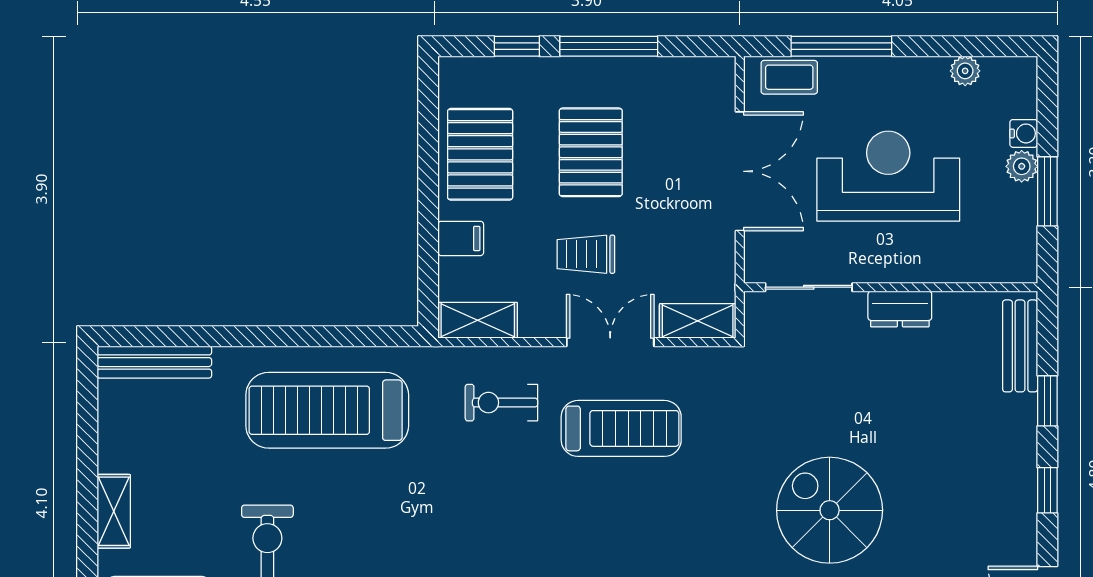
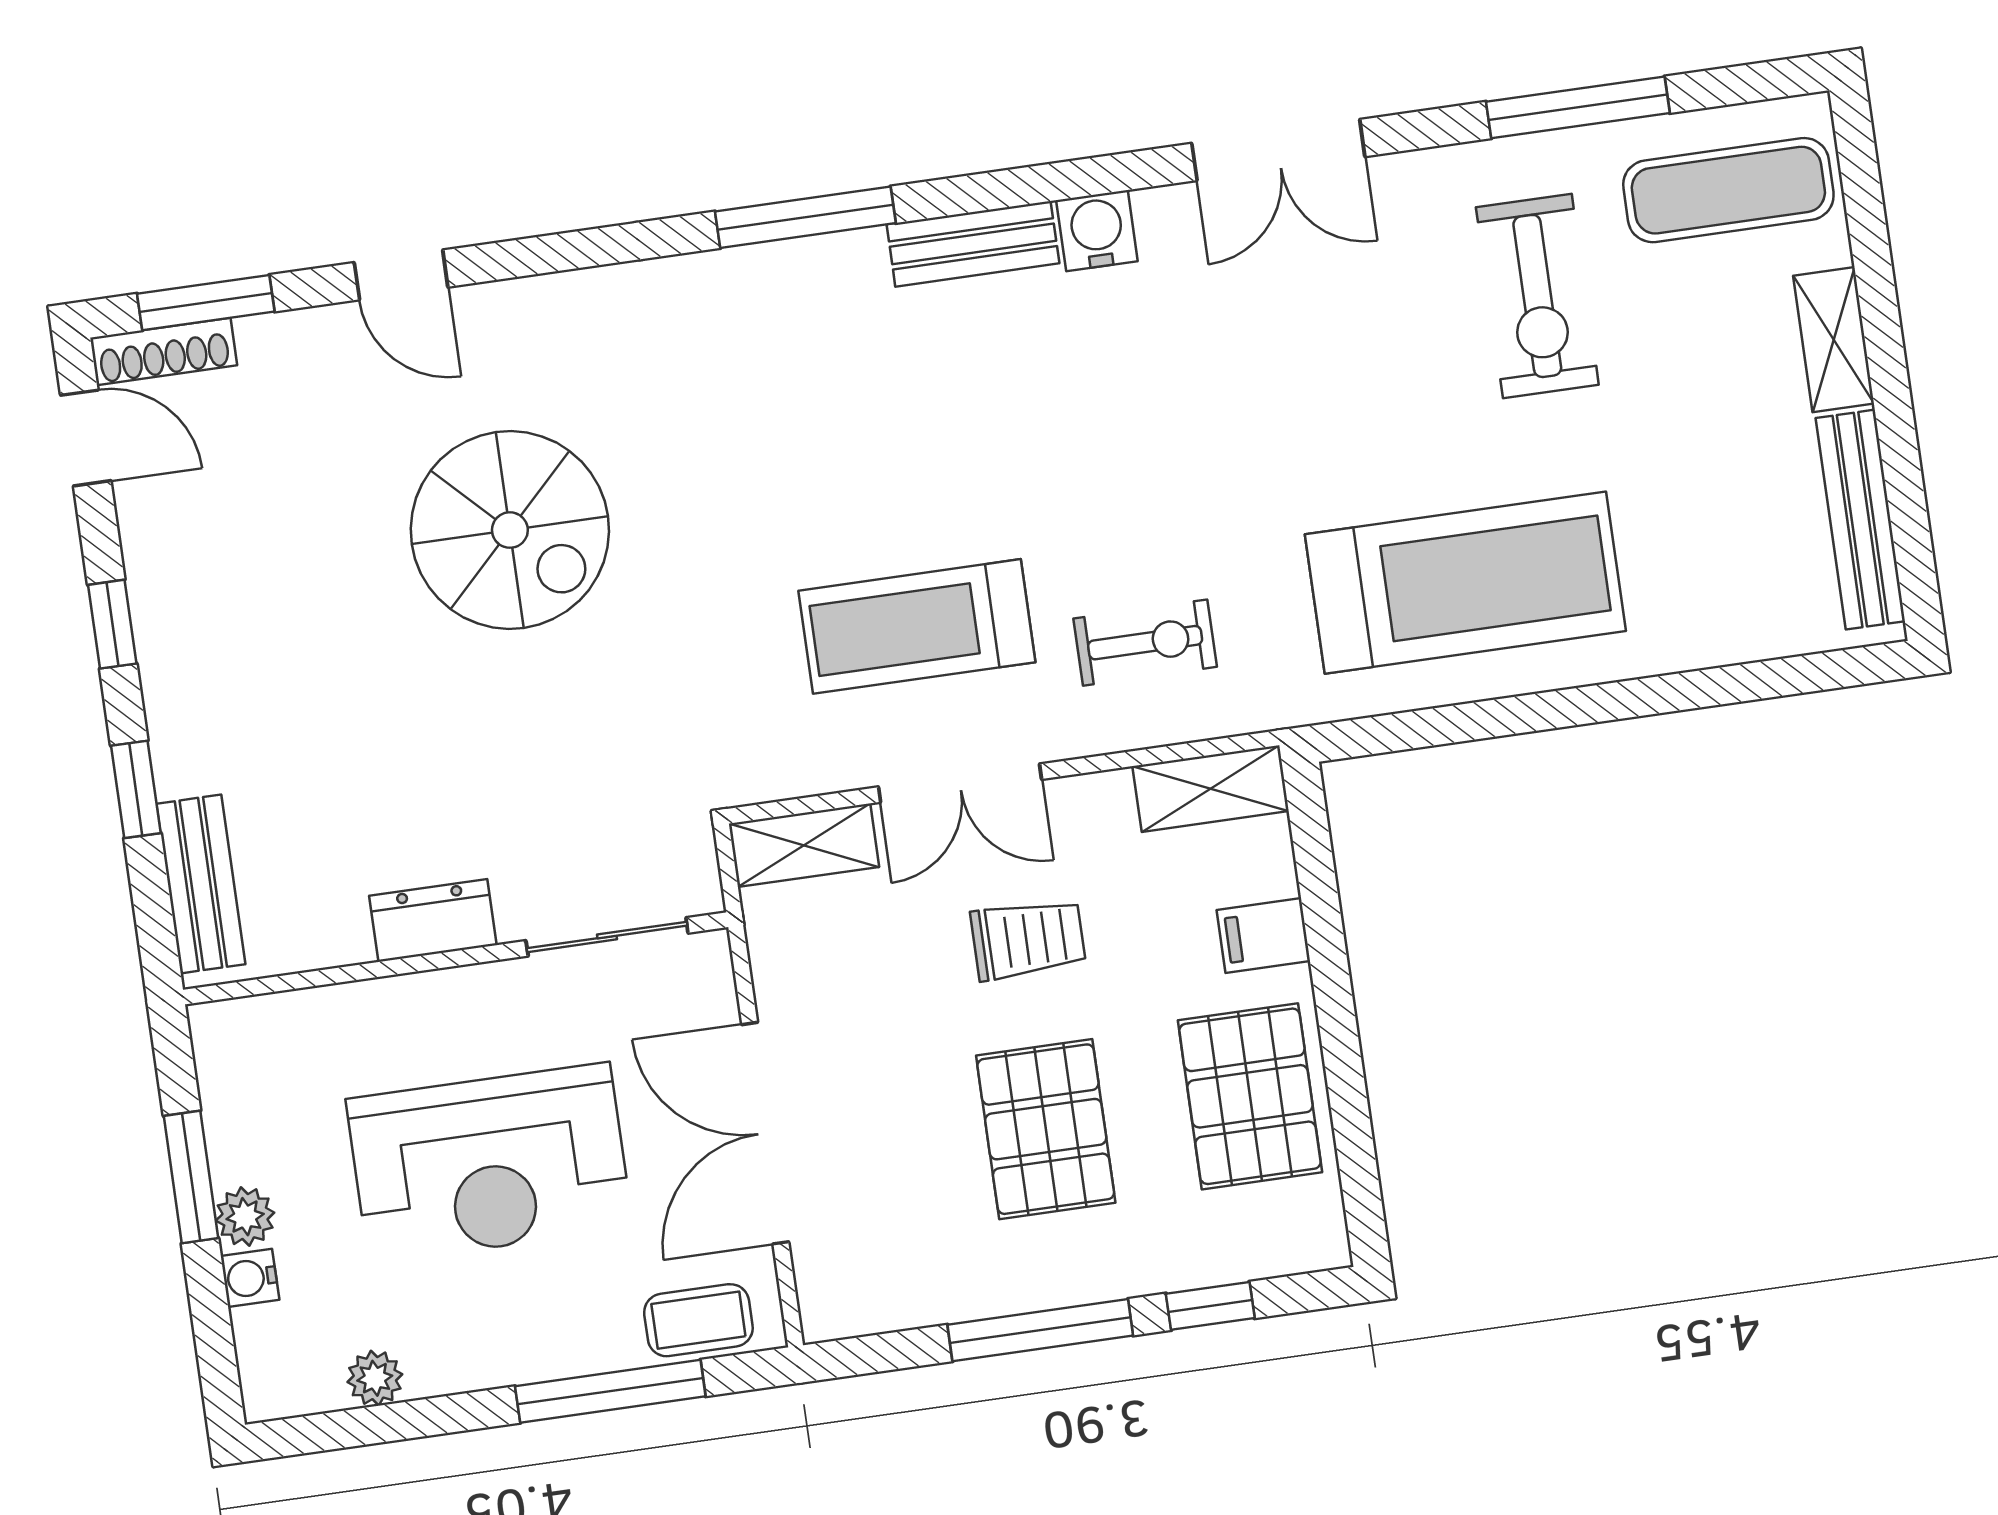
bench: (154, 362) -> (1860, 520), moved, turned 90

